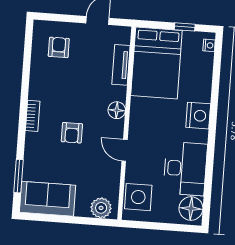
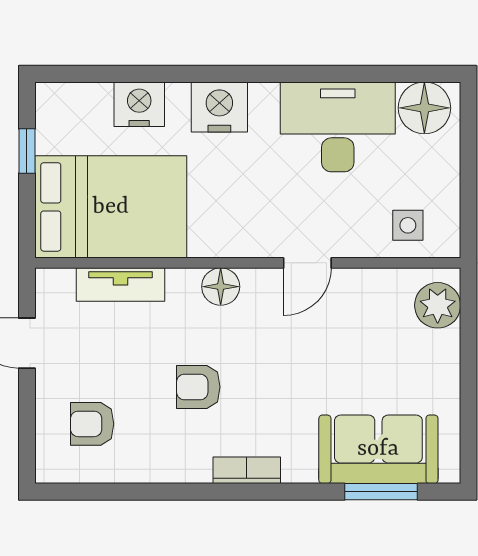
nightstand: (209, 45) -> (139, 104), moved, width x1.89, depth x1.79
armchair: (72, 133) -> (198, 387), moved, turned 180
side table: (138, 197) -> (408, 225), width x0.54, depth x0.54
sofa: (48, 199) -> (378, 449), moved, turned 90

